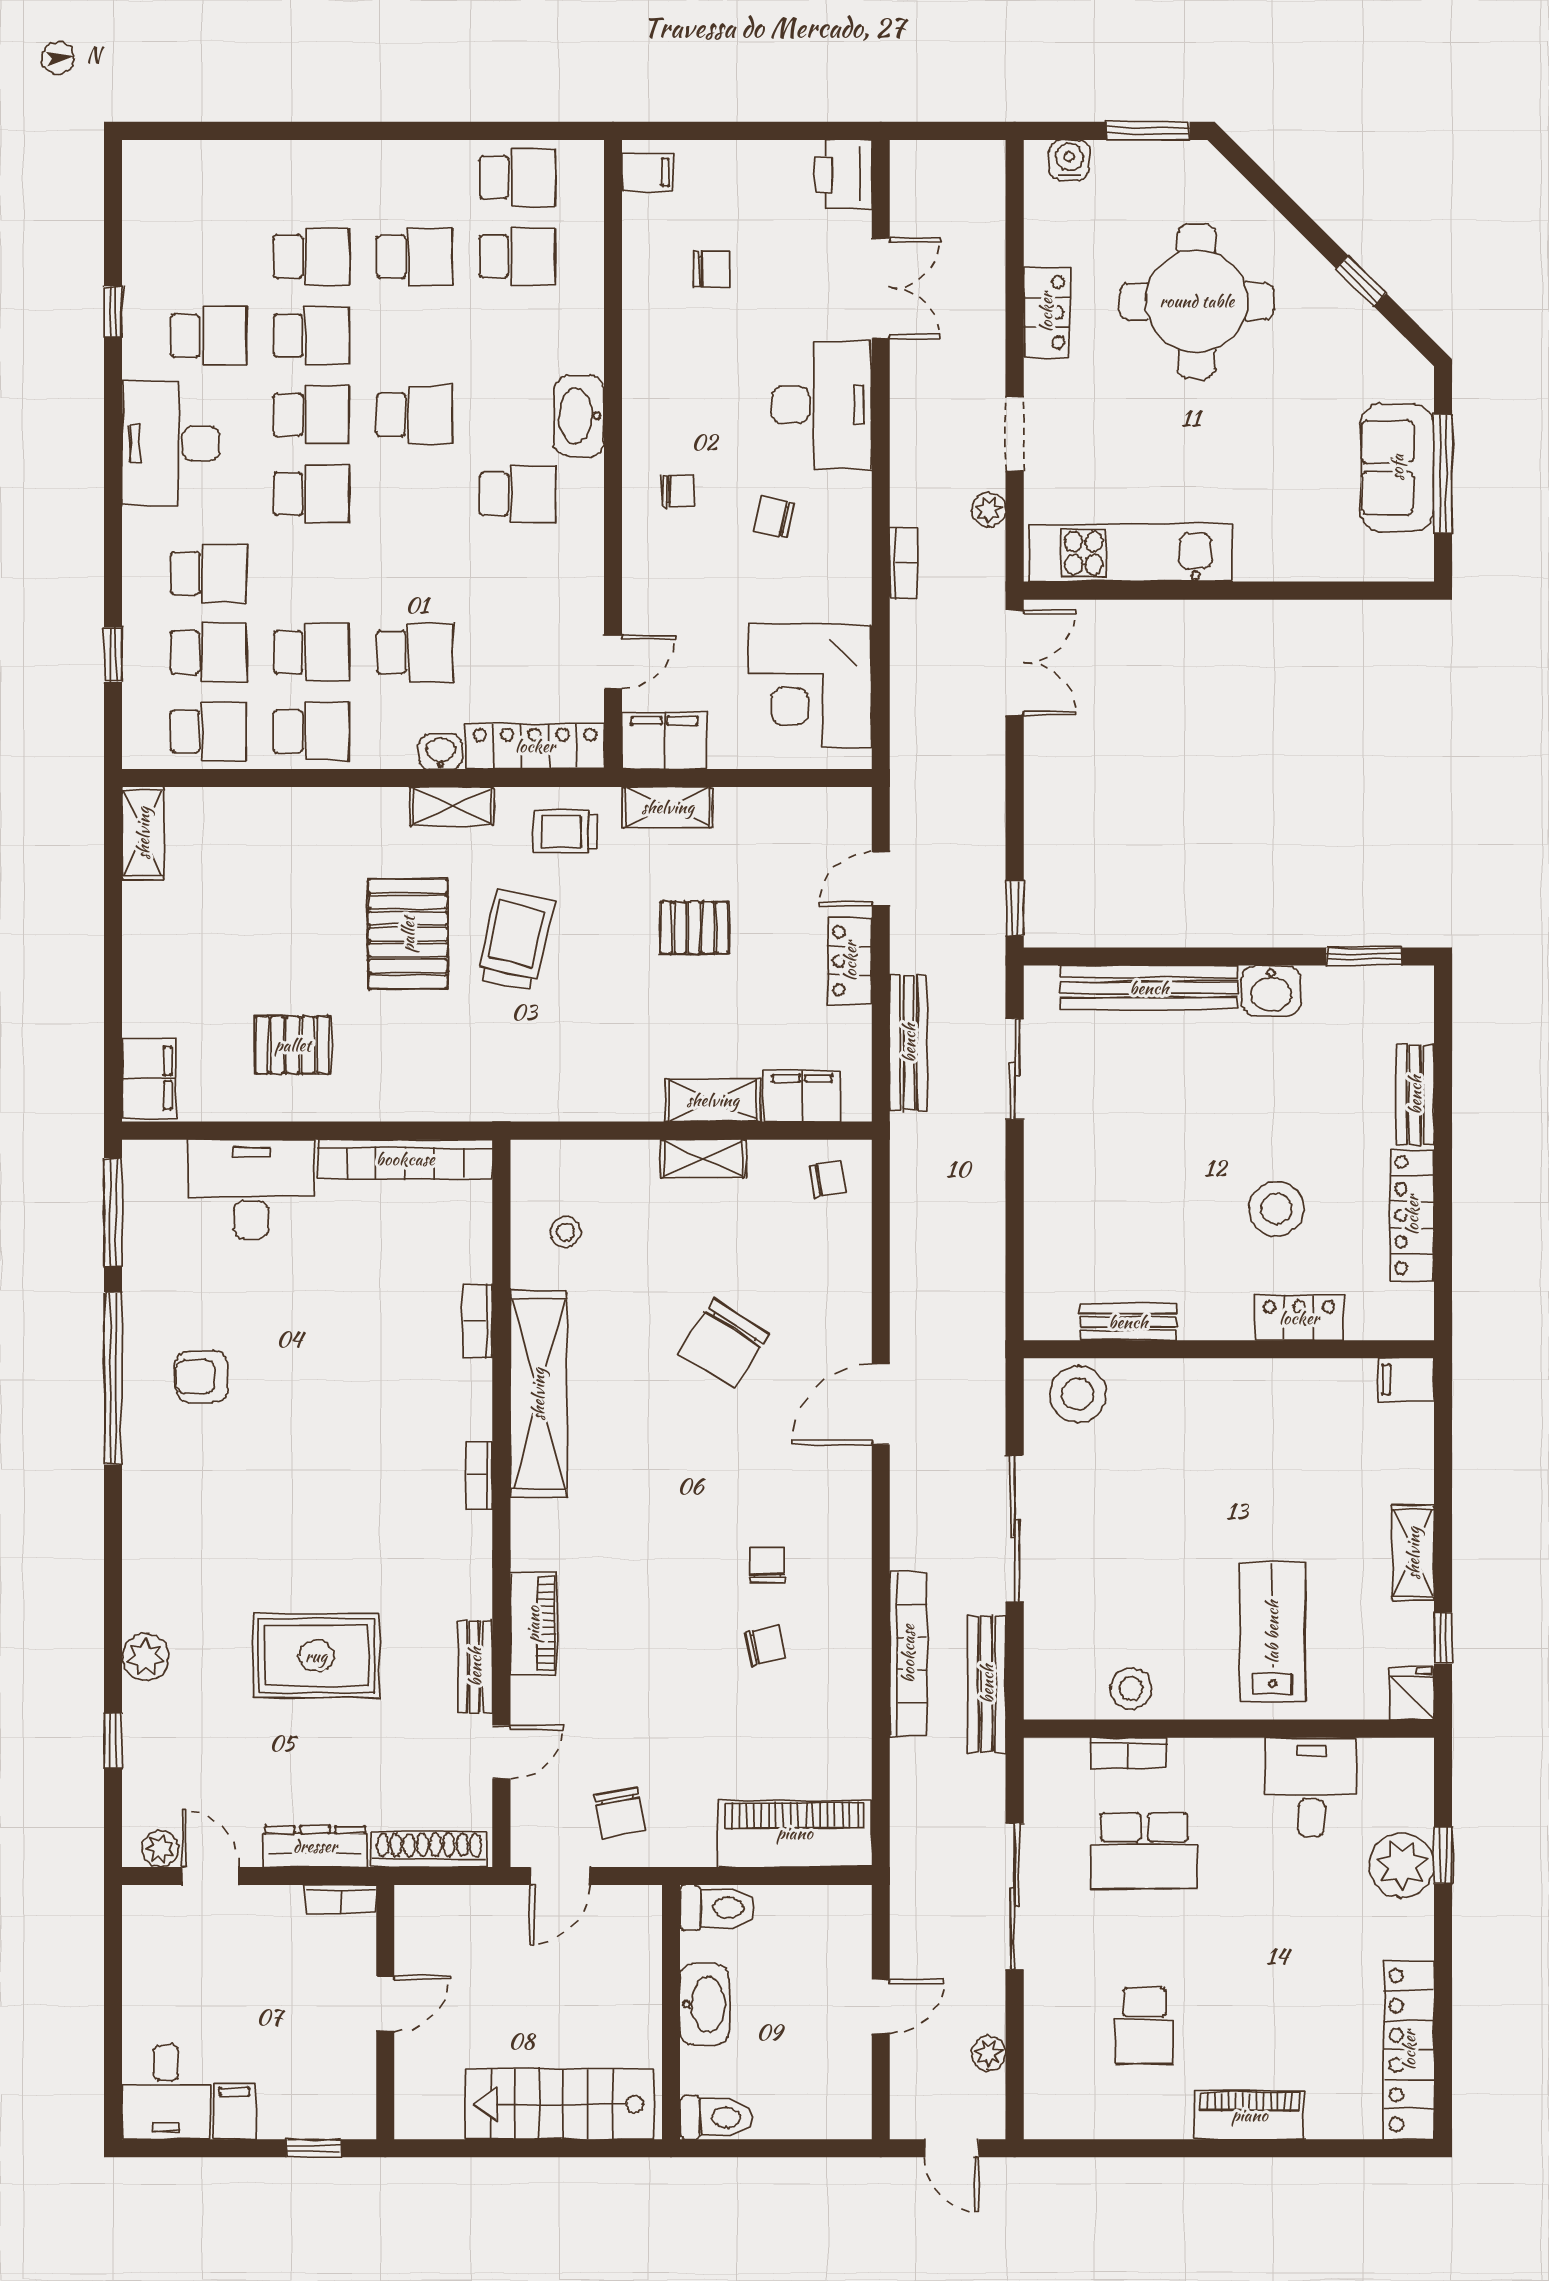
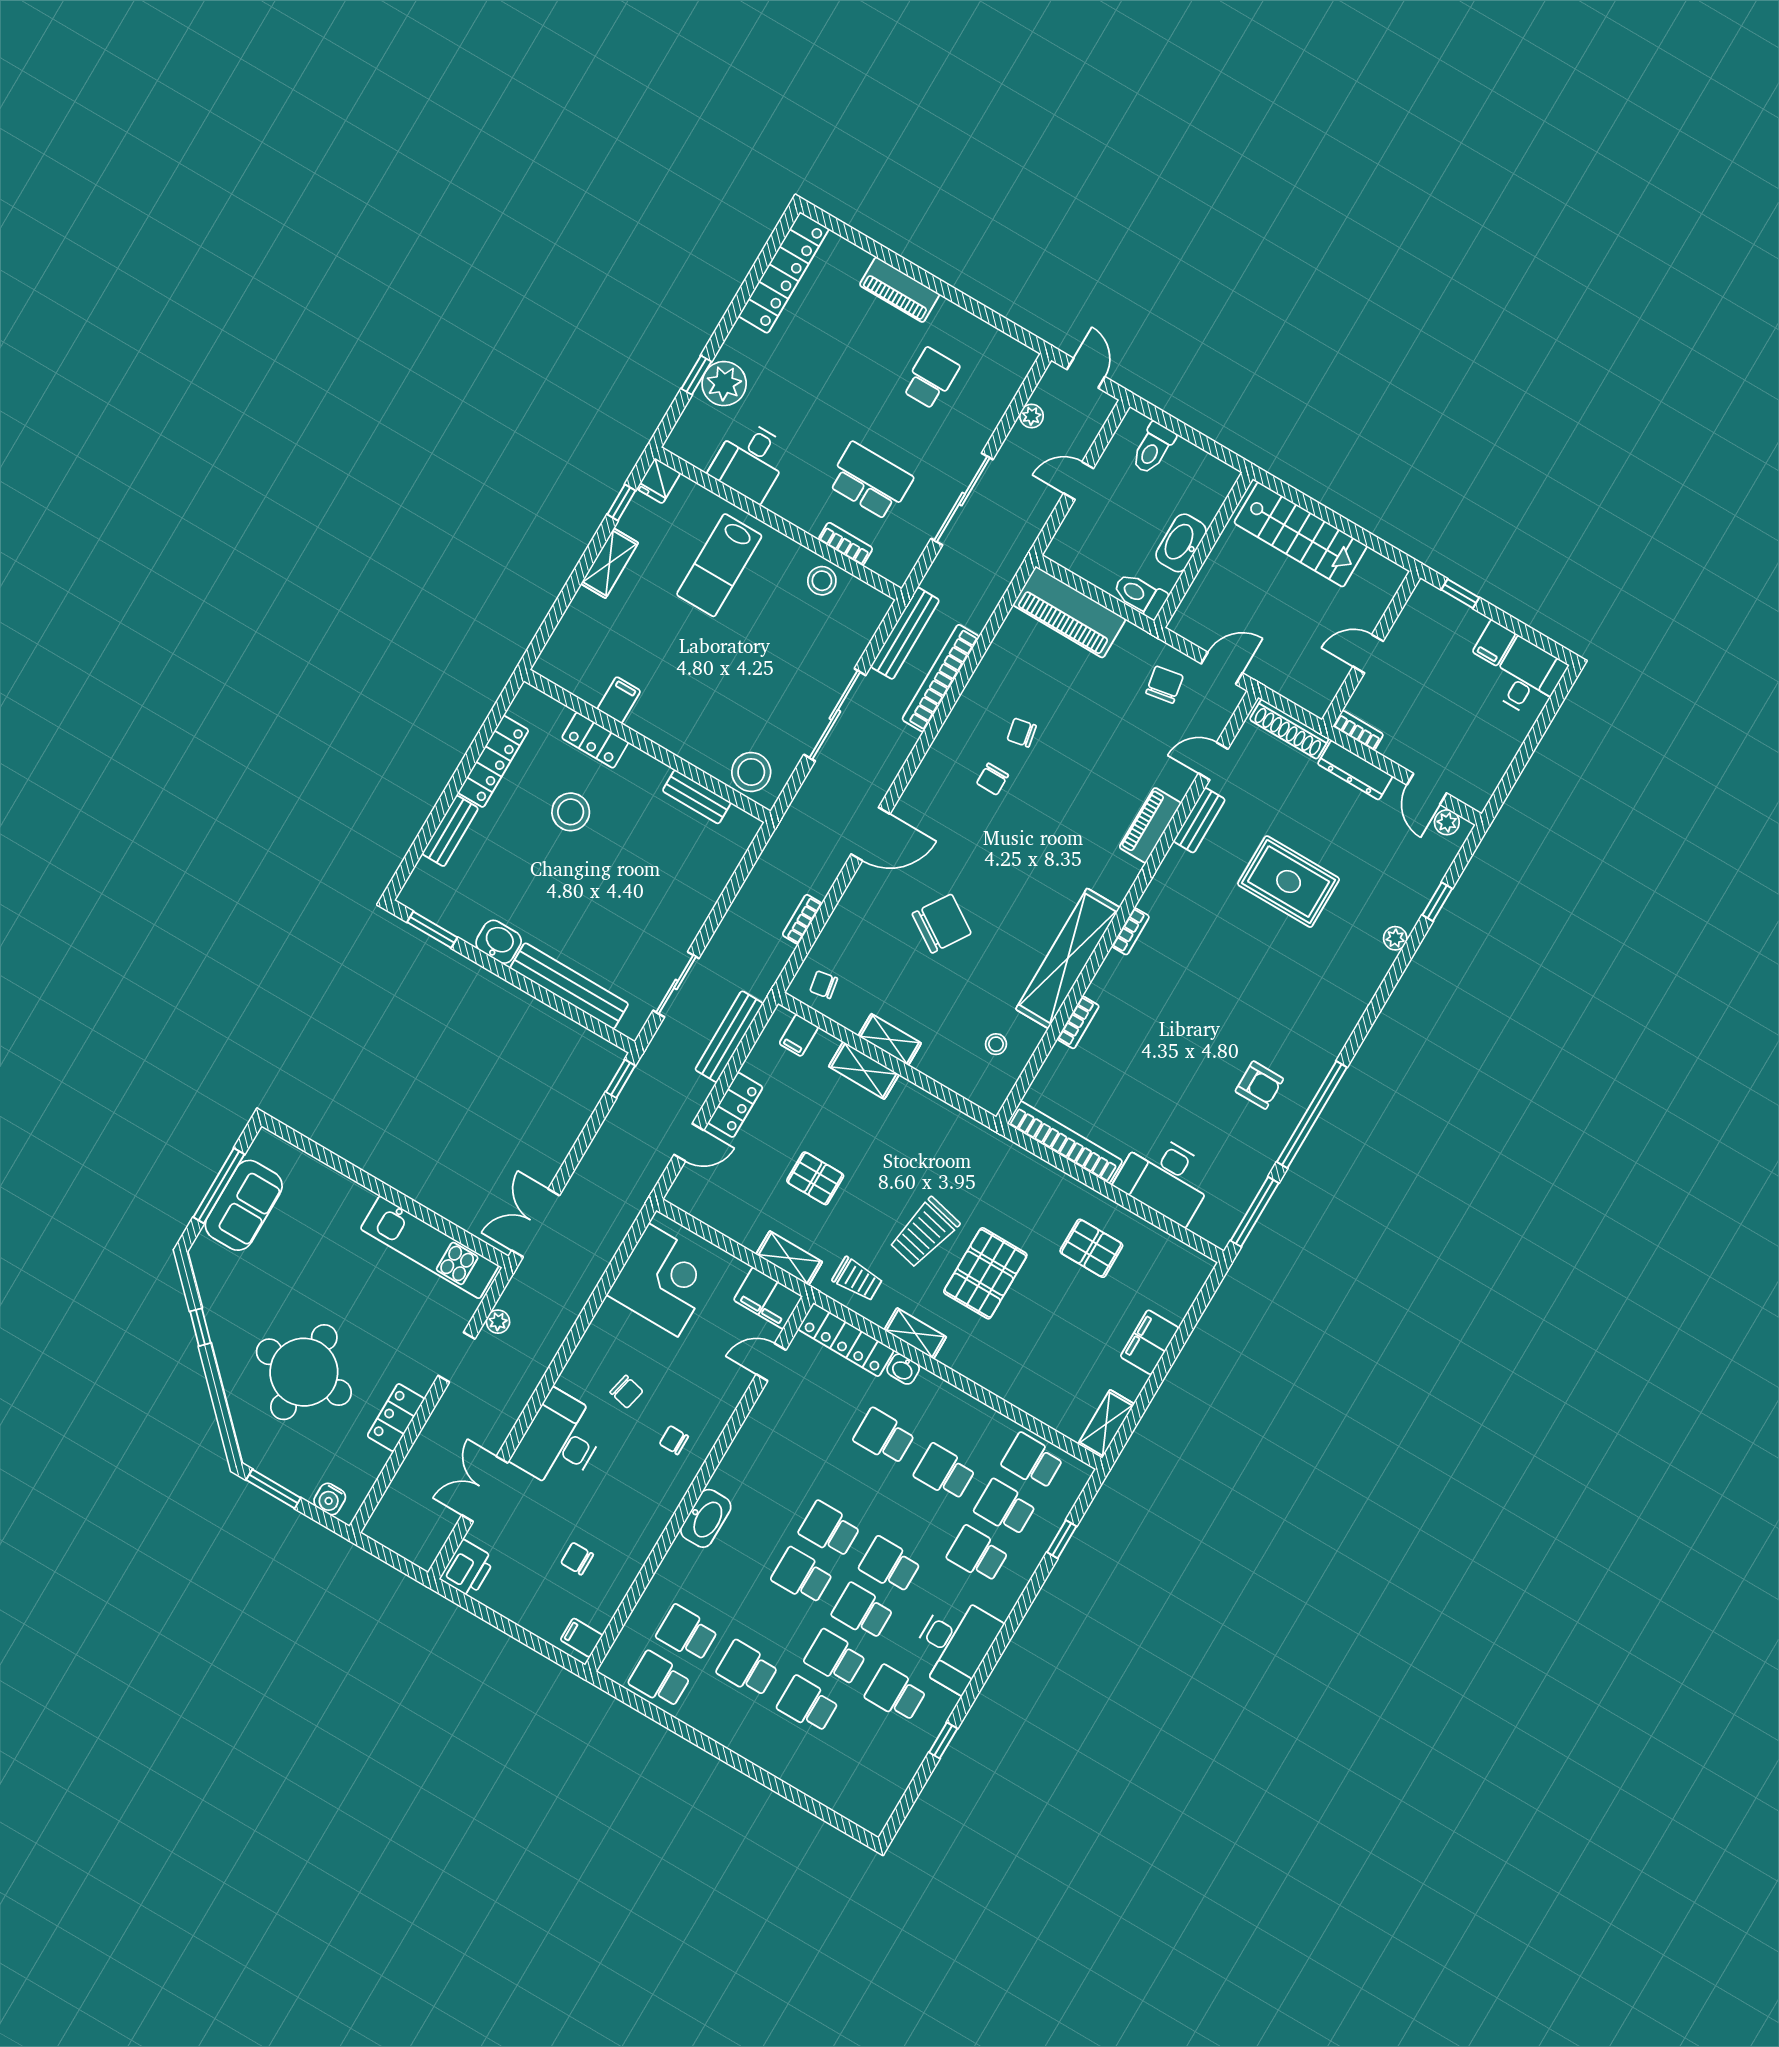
school desk: (517, 494) -> (829, 1529), moved
bookcase: (904, 563) -> (802, 919), moved
school desk: (312, 731) -> (972, 1426), removed
filing cabinet: (149, 1078) -> (1150, 1342), moved
filing cabinet: (802, 1096) -> (799, 1035), width x0.50
filing cabinet: (1406, 1379) -> (619, 700), moved, turned -90
plant: (145, 1657) -> (1395, 938), width x0.73, depth x0.73
toilet: (716, 2117) -> (1153, 448), moved, turned -90

